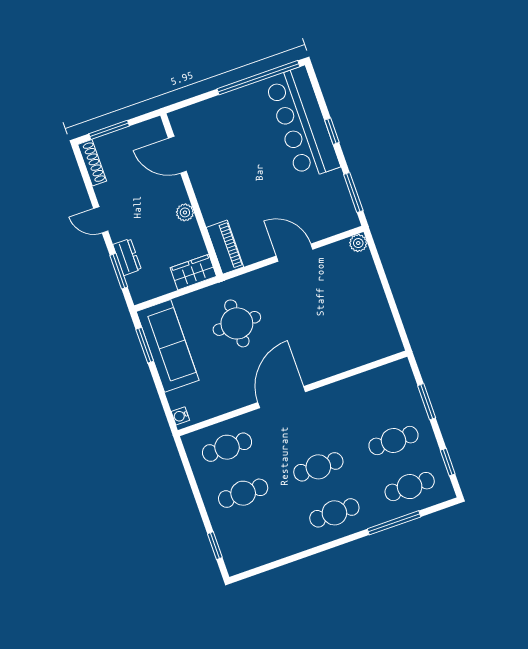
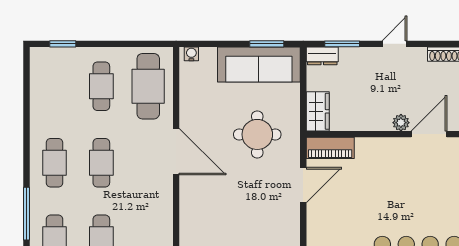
plant: (185, 212) -> (401, 123), moved
door: (294, 253) -> (303, 185), moved
dresser: (127, 257) -> (322, 56), moved
cafe table: (227, 447) -> (148, 86), width x1.37, depth x1.35

